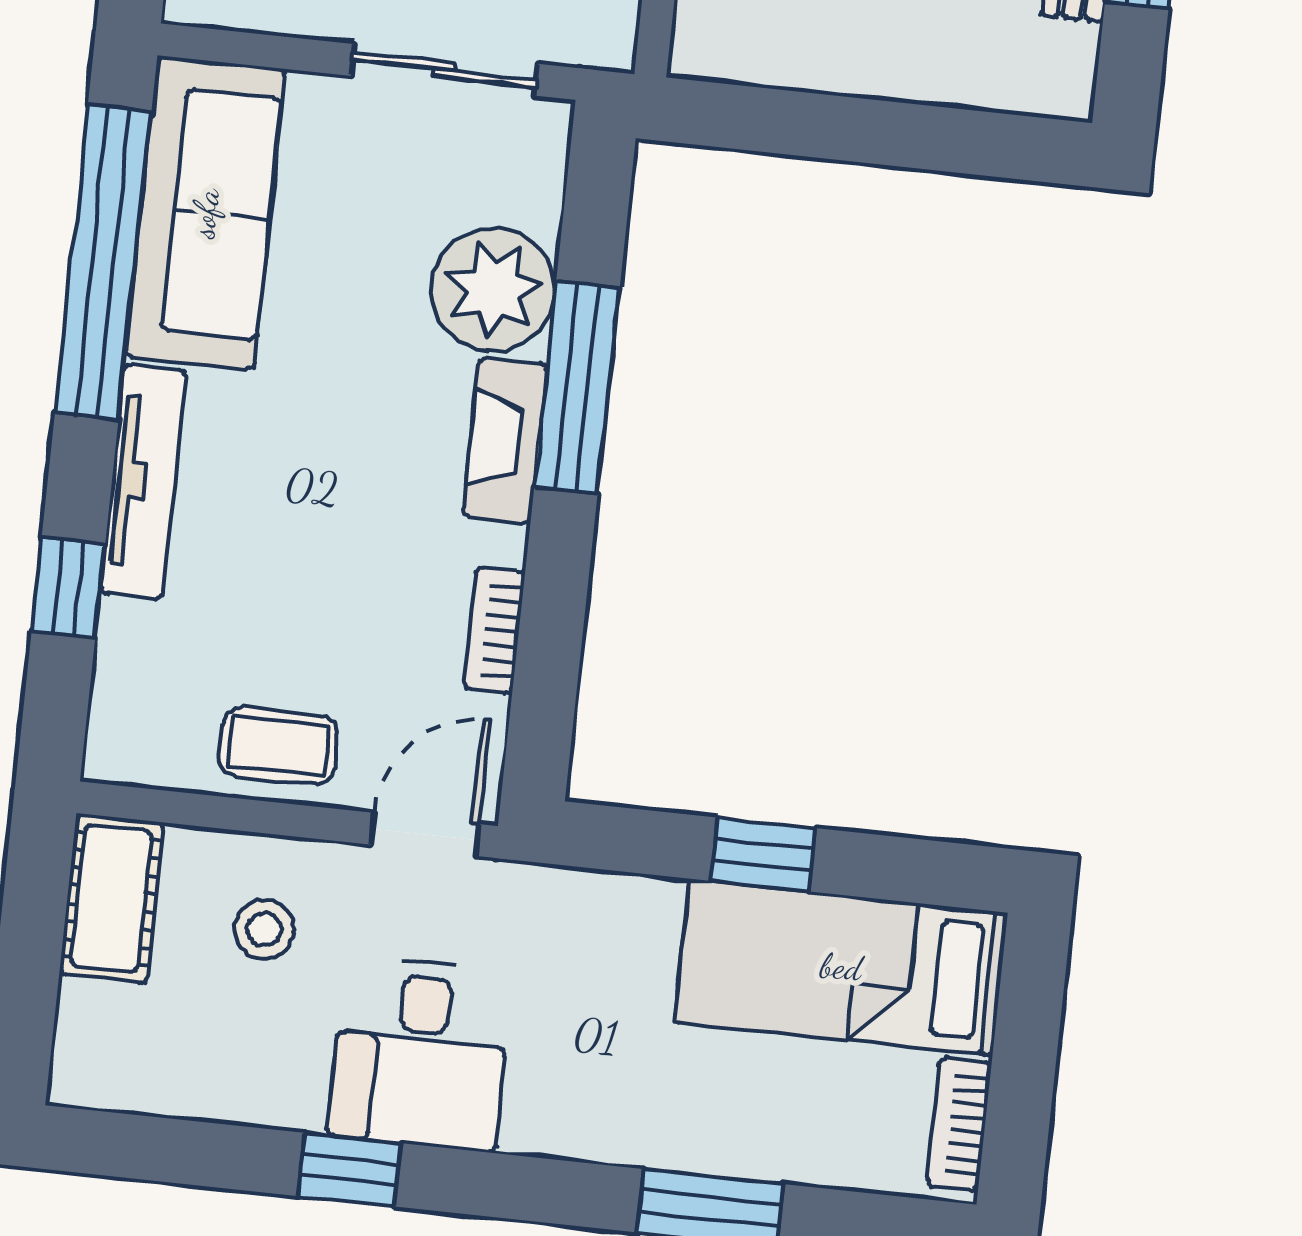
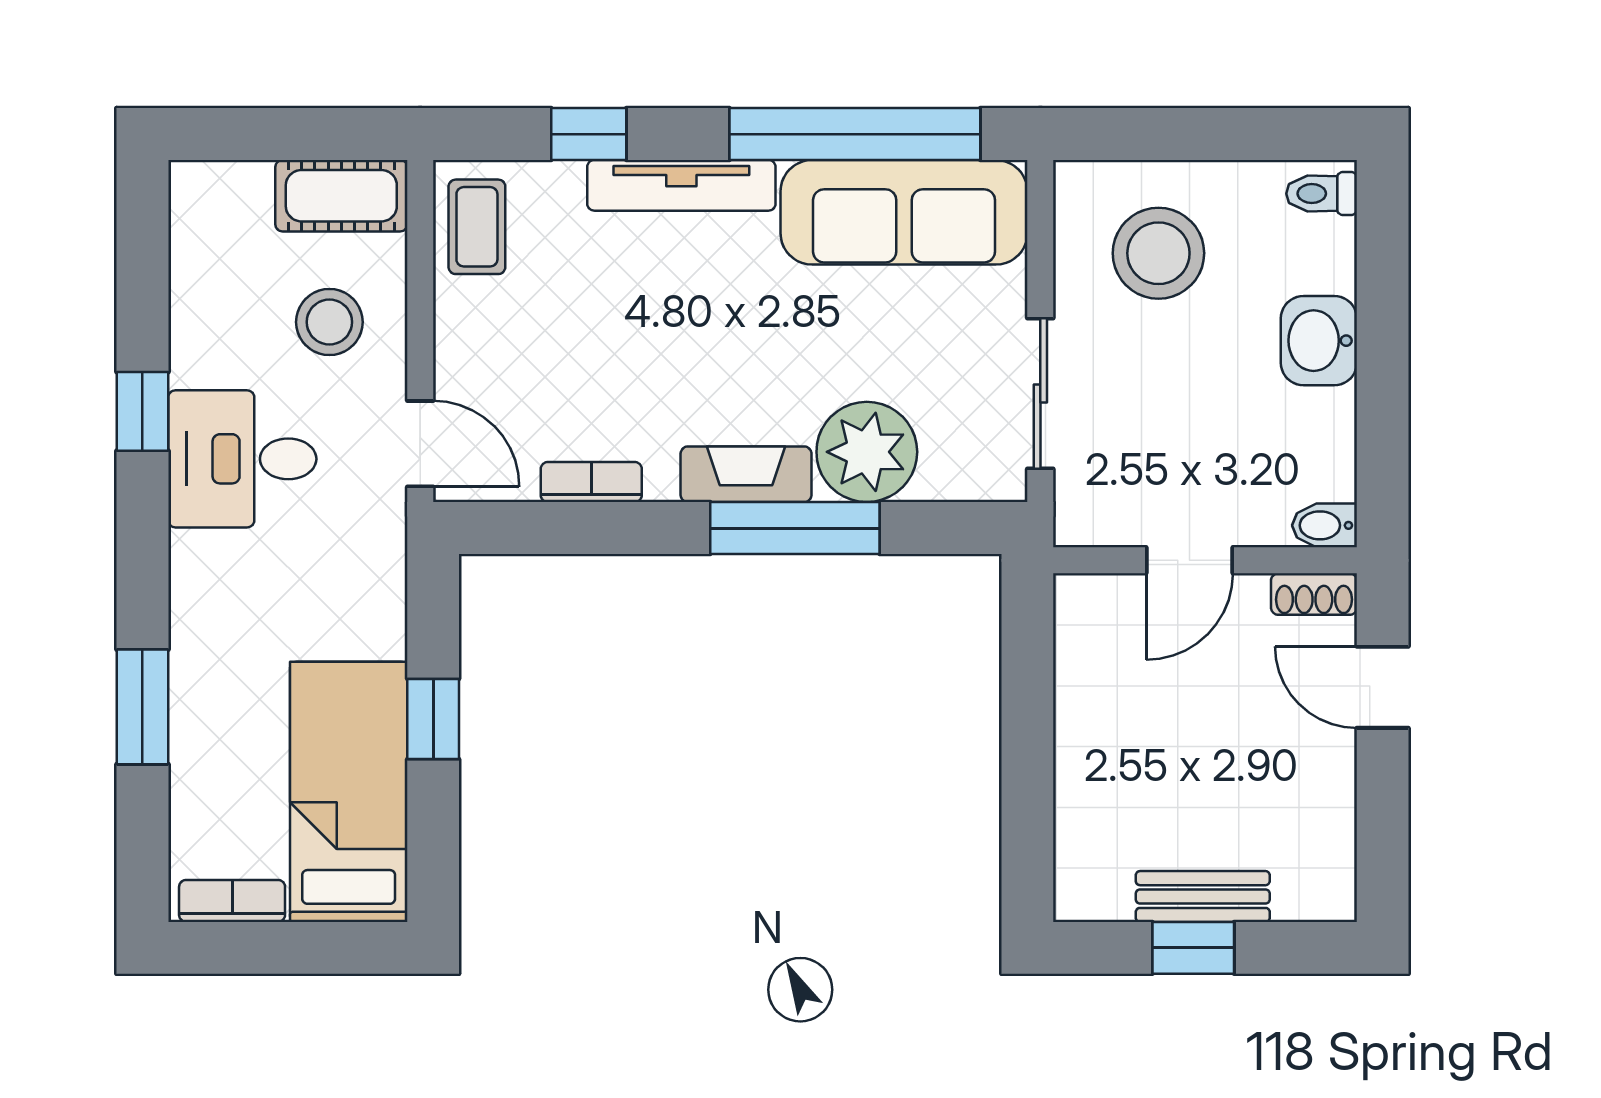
coffee table: (278, 746) -> (477, 227), moved
stool: (264, 929) -> (329, 322), width x1.37, depth x1.37

